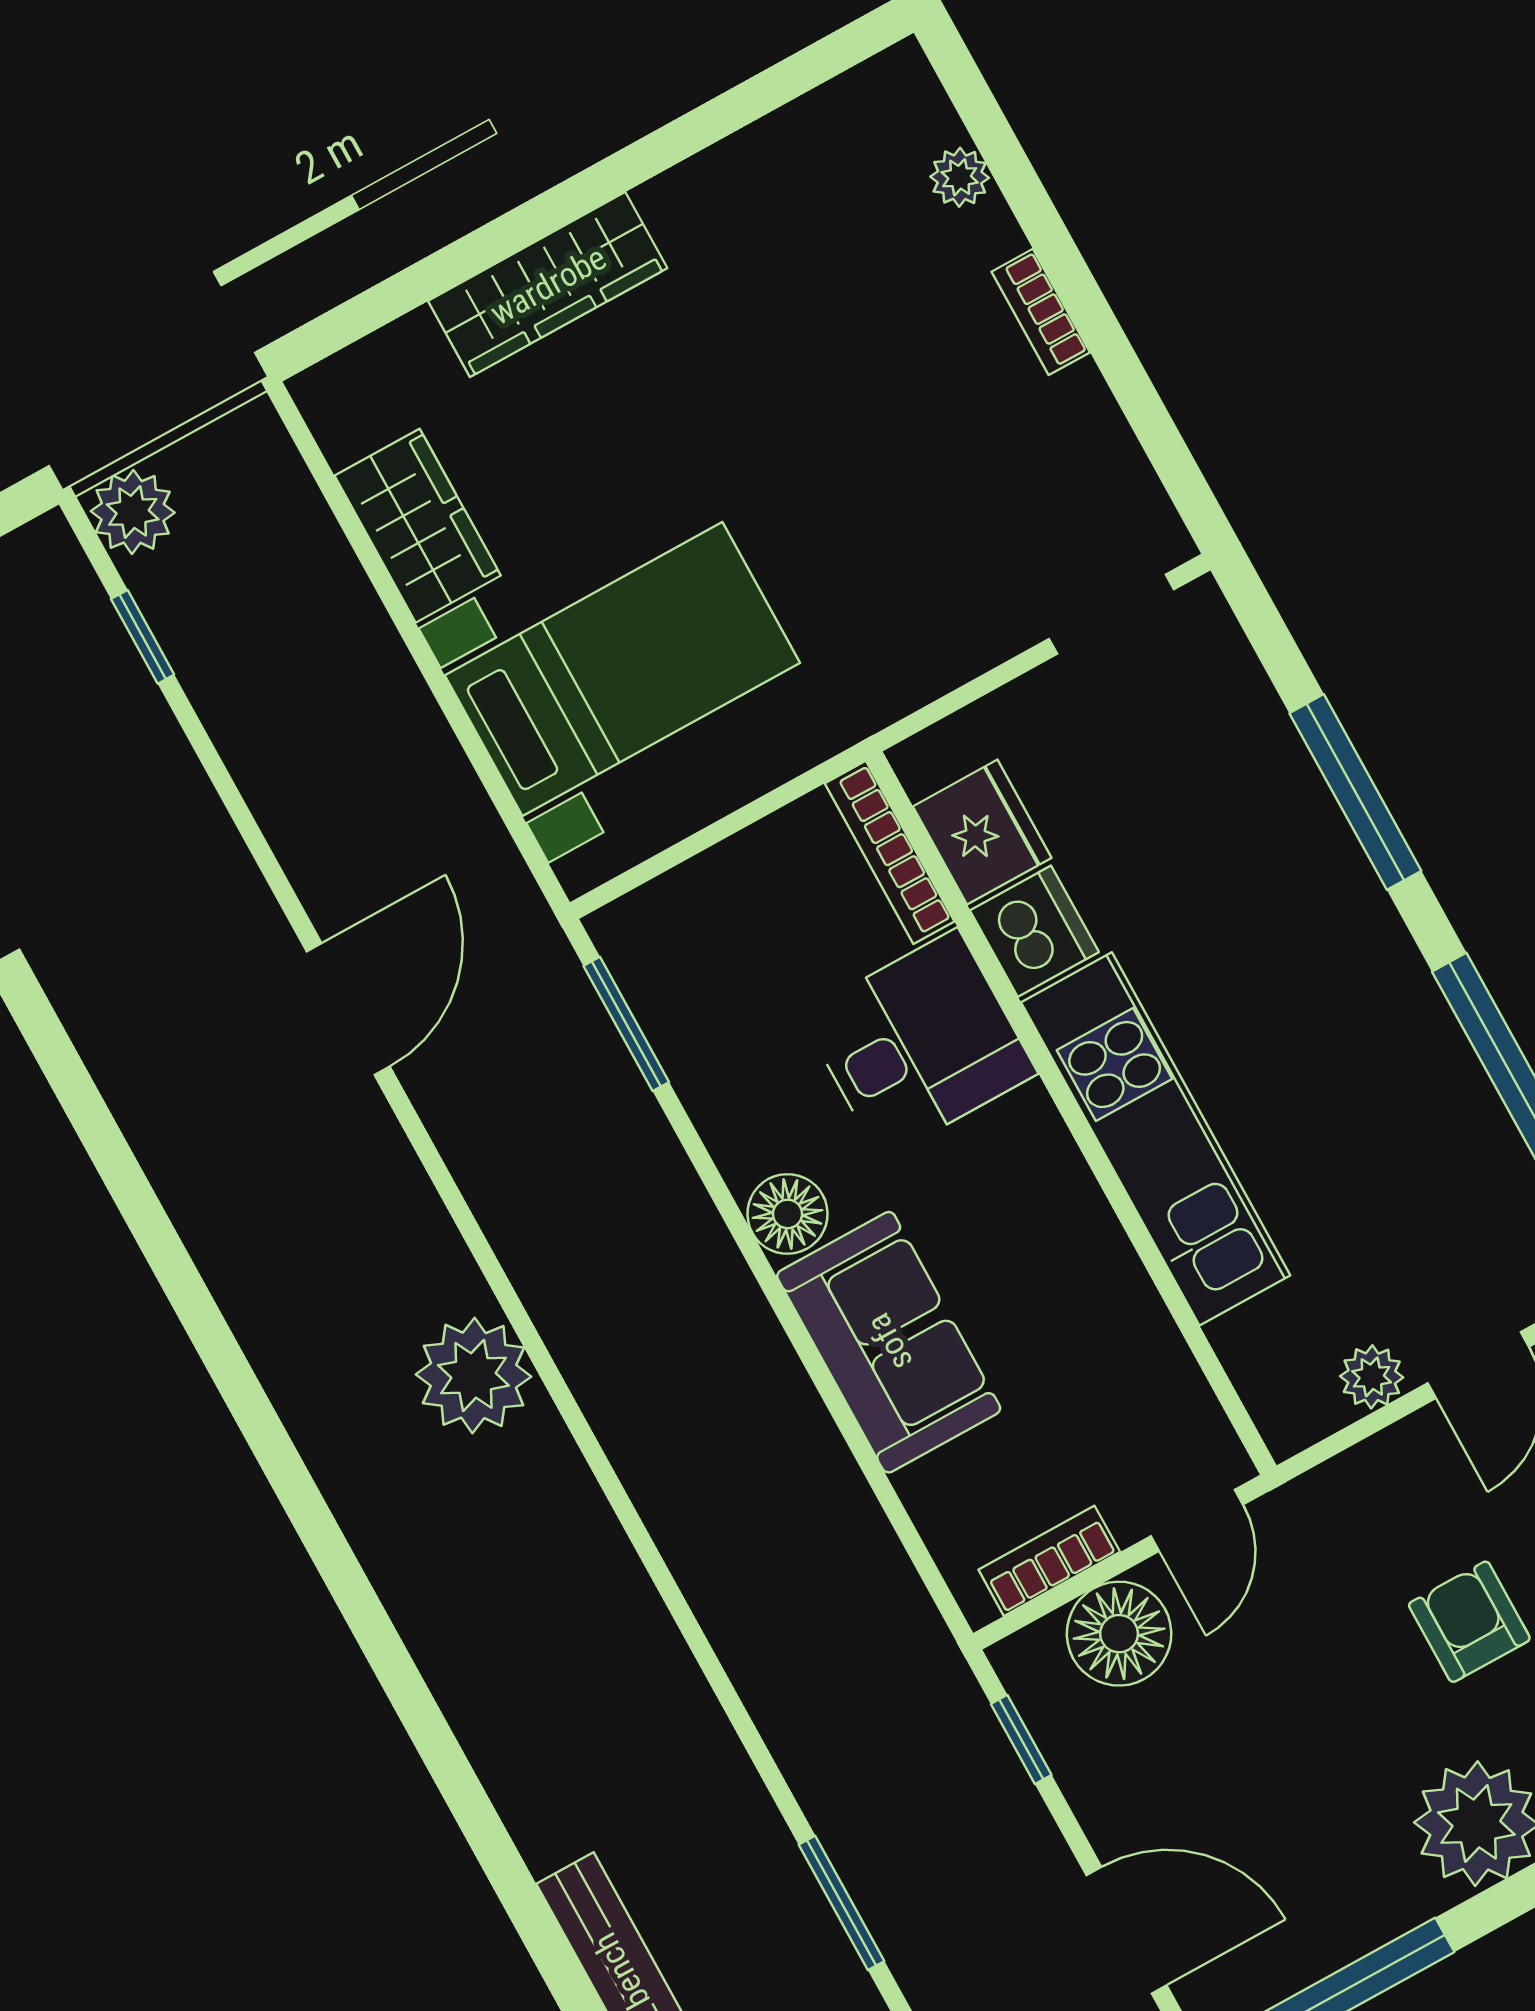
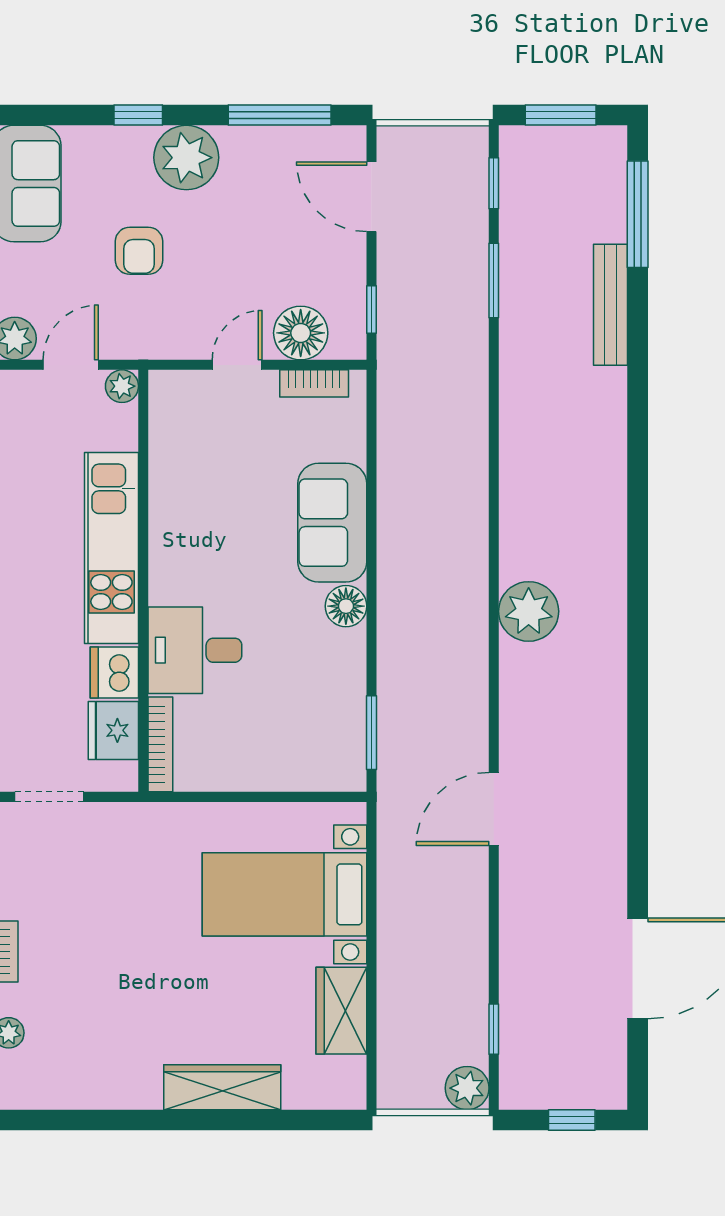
fridge: (982, 832) -> (113, 730), moved
bookcase: (890, 852) -> (160, 744), moved
dishwasher: (1034, 931) -> (114, 672), moved
desk: (919, 1044) -> (195, 650), moved
wall: (1071, 1113) -> (143, 581), moved
kitchen unit: (1156, 1139) -> (111, 548), moved

